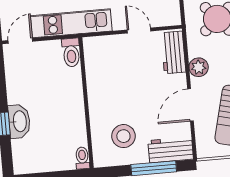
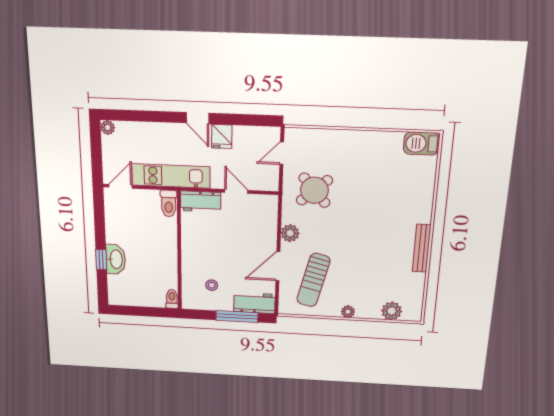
workbench: (173, 52) -> (200, 202), moved, turned -90
stool: (123, 136) -> (212, 285), width x0.53, depth x0.53

